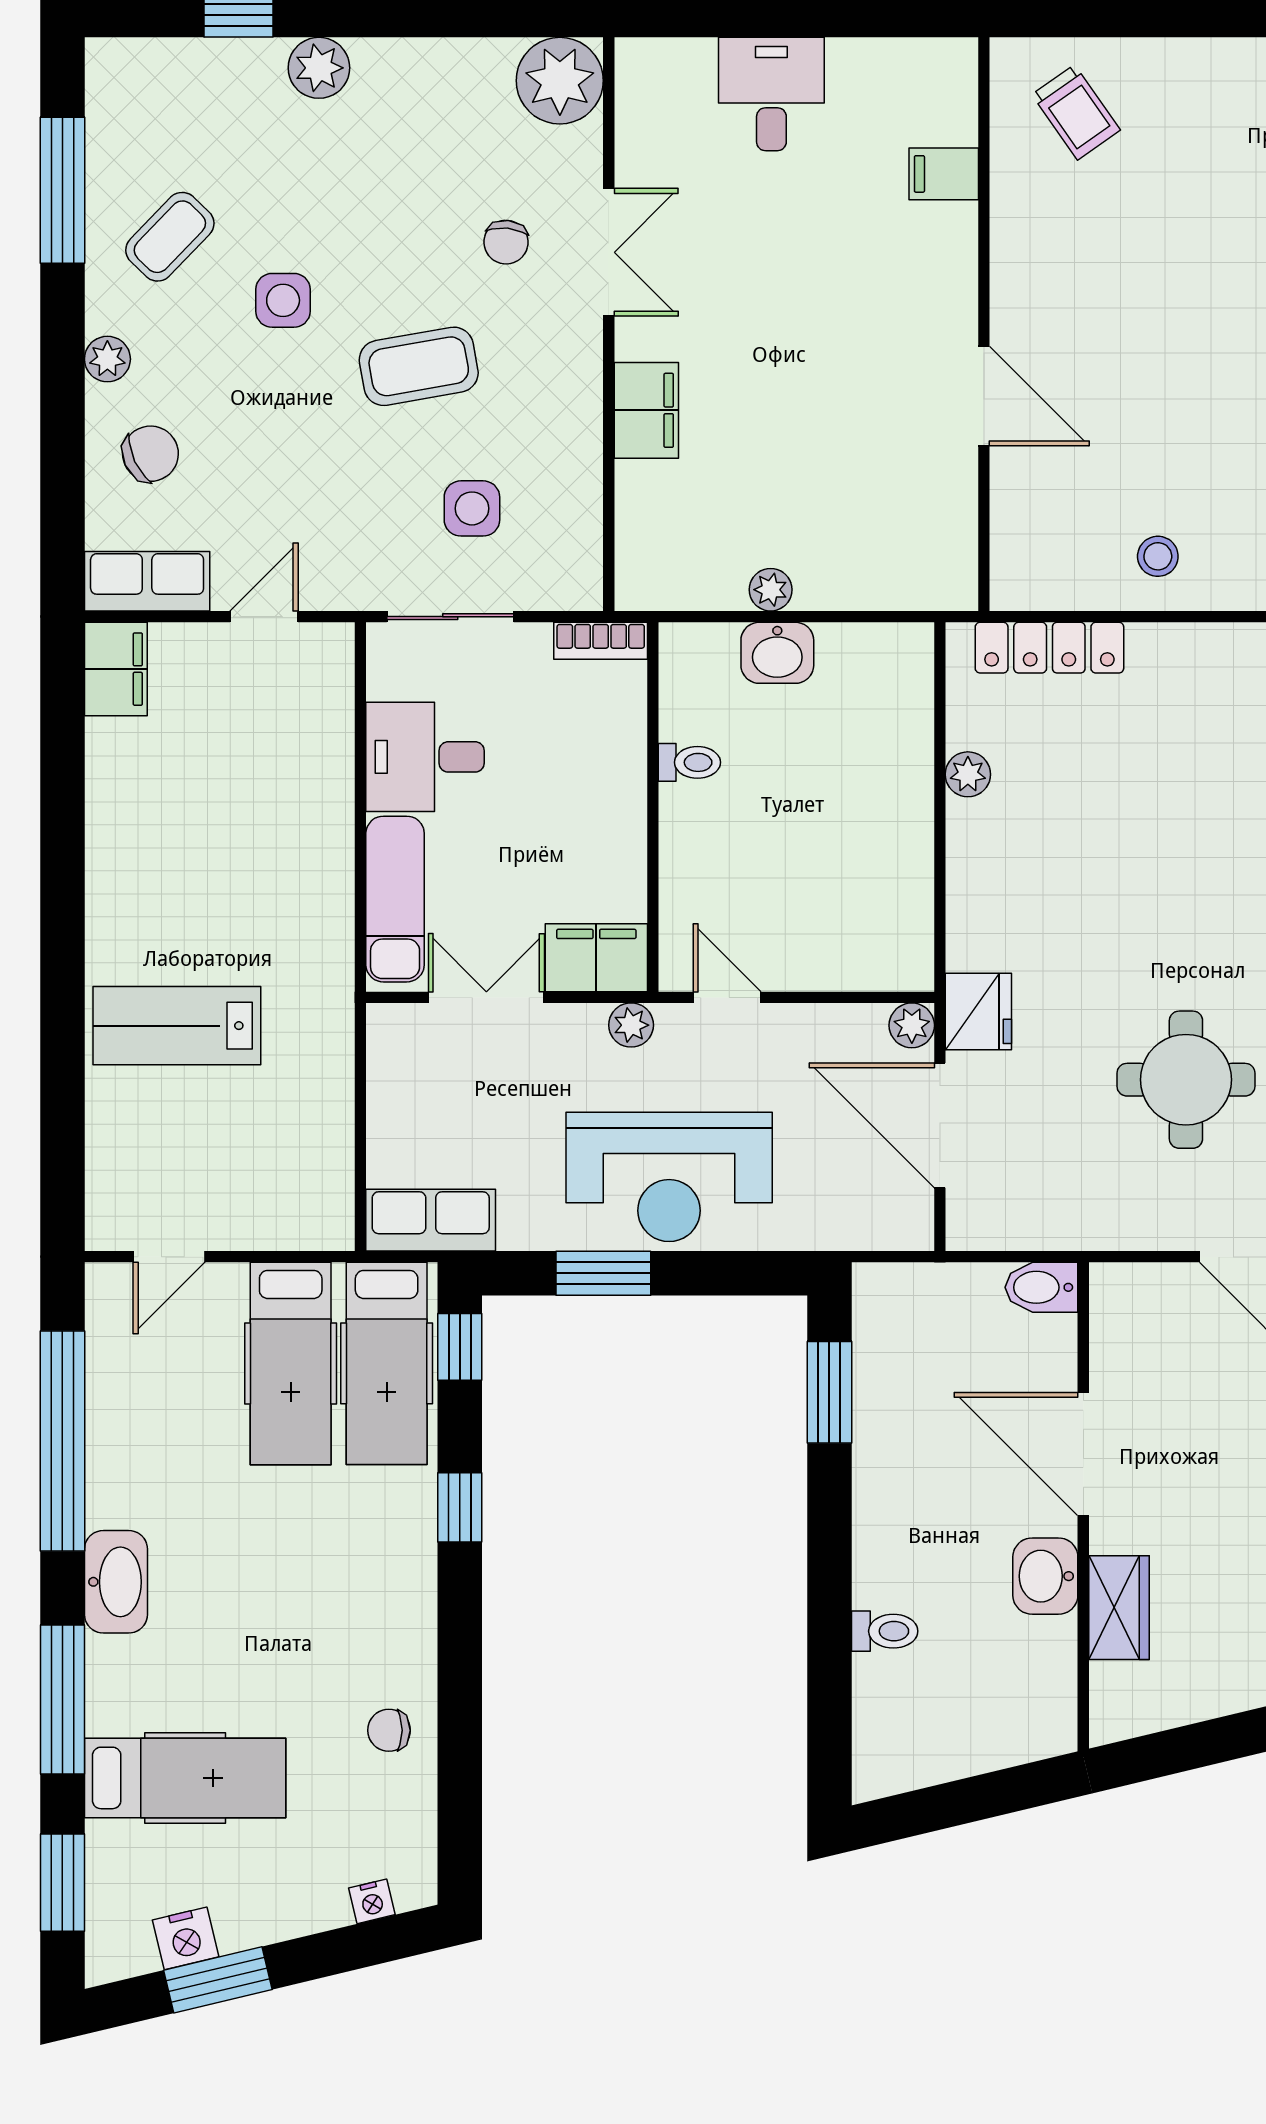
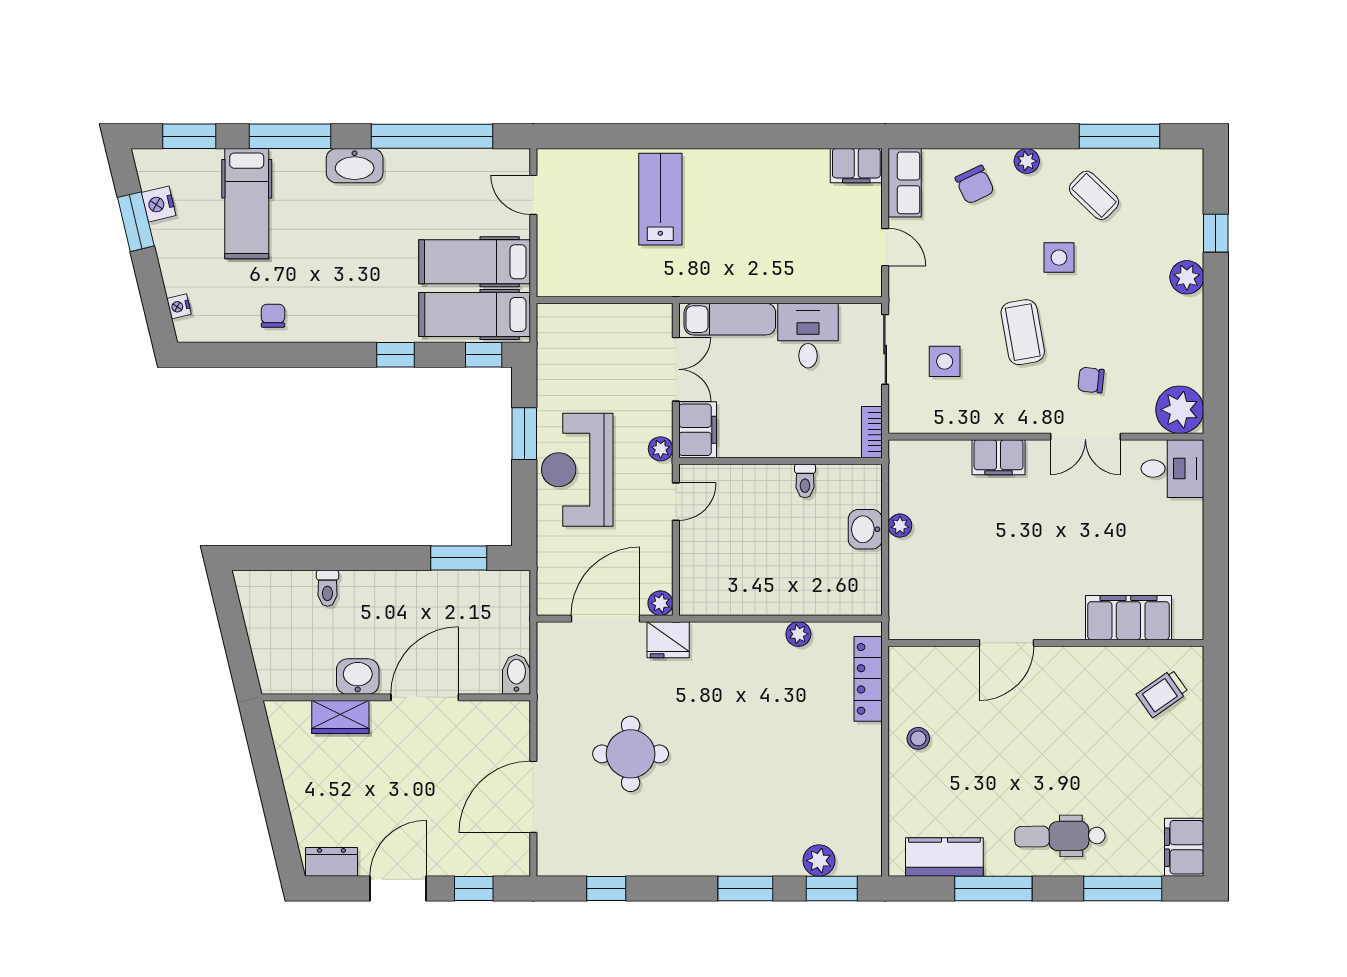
desk: (771, 94) -> (1172, 469), moved
filing cabinet: (944, 174) -> (1128, 618), width x3.00, depth x1.17
row of seats: (431, 1220) -> (553, 339), removed

